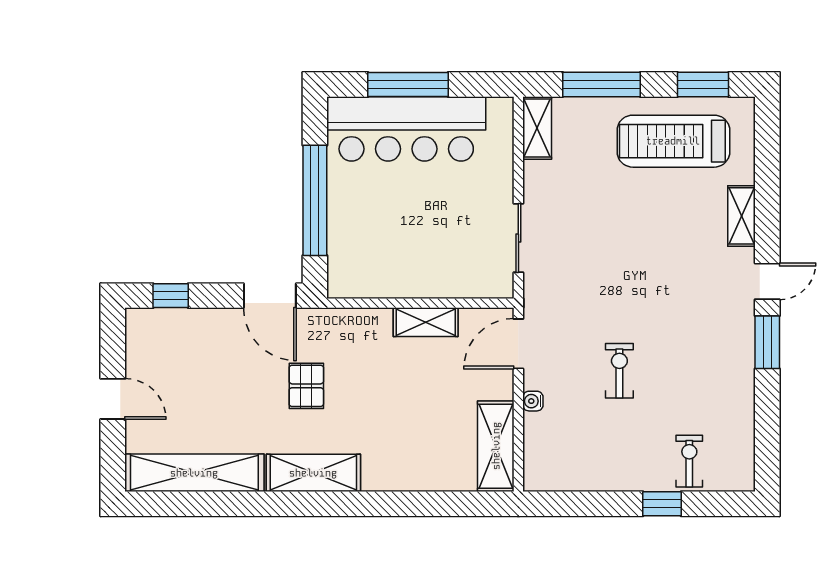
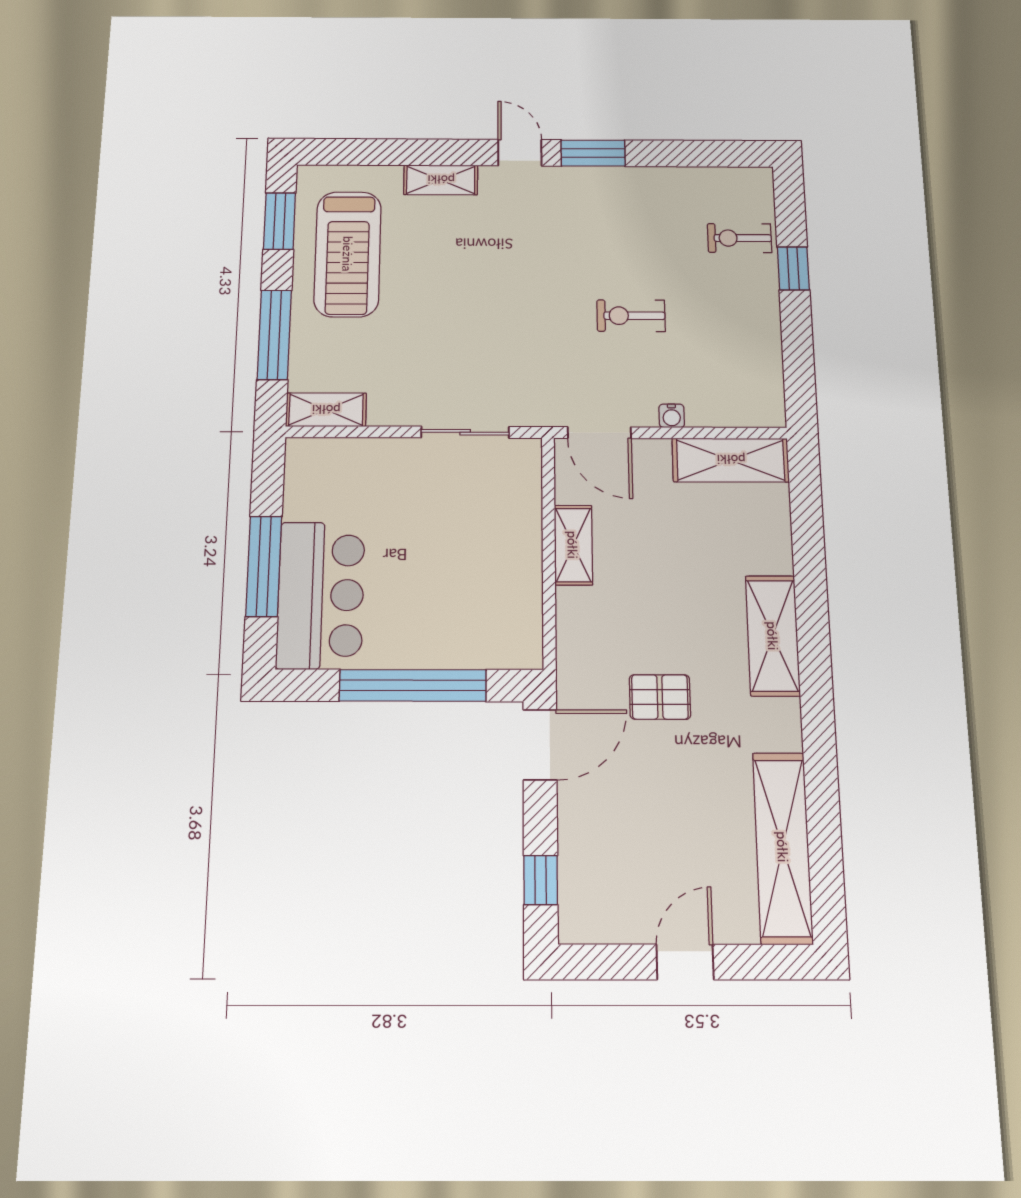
bar counter: (406, 129) -> (321, 595), width x0.73
shelving: (313, 473) -> (773, 636), moved

